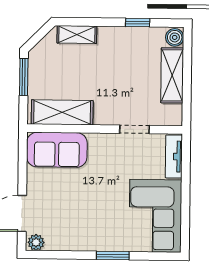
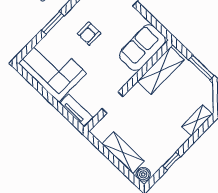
armchair: (91, 212) -> (89, 34), added

